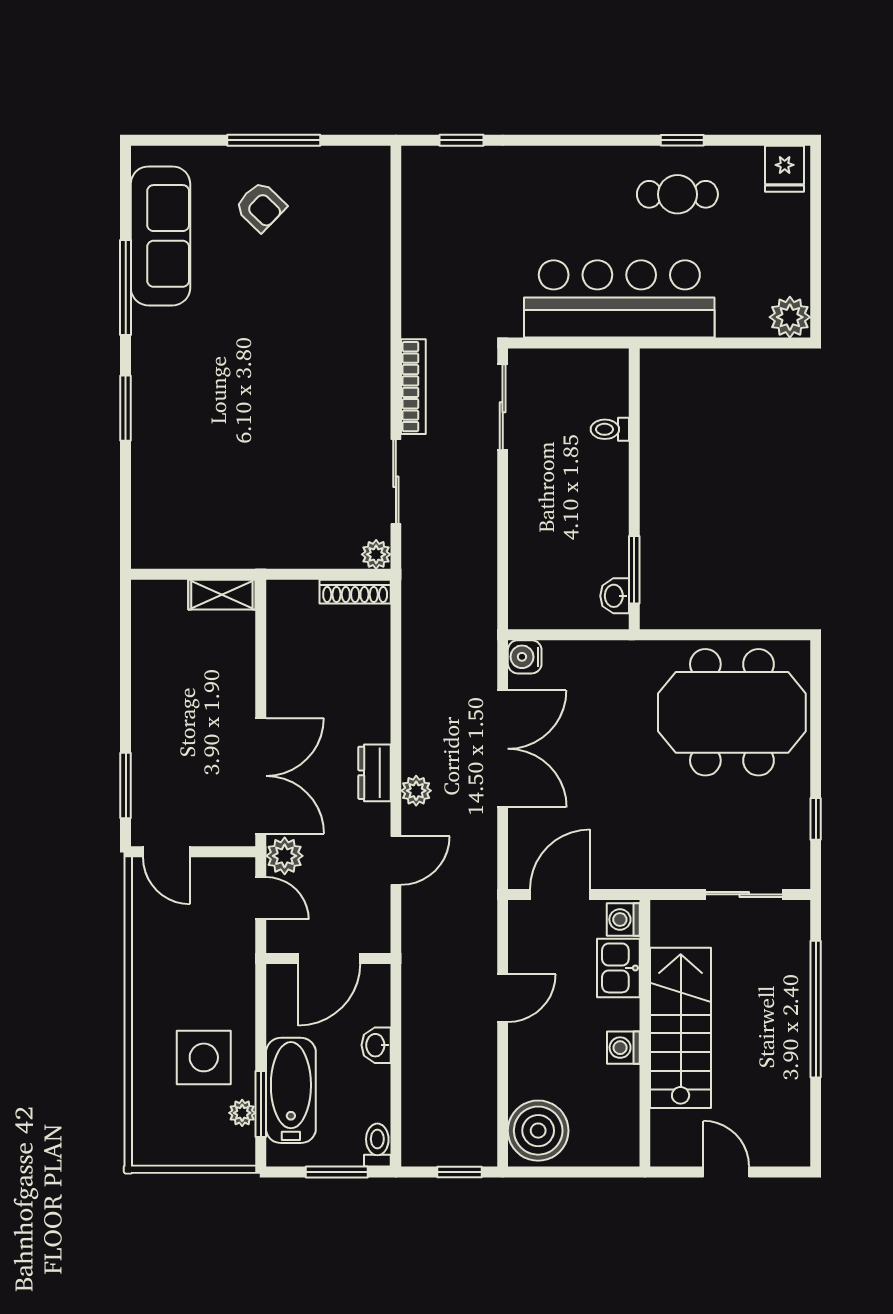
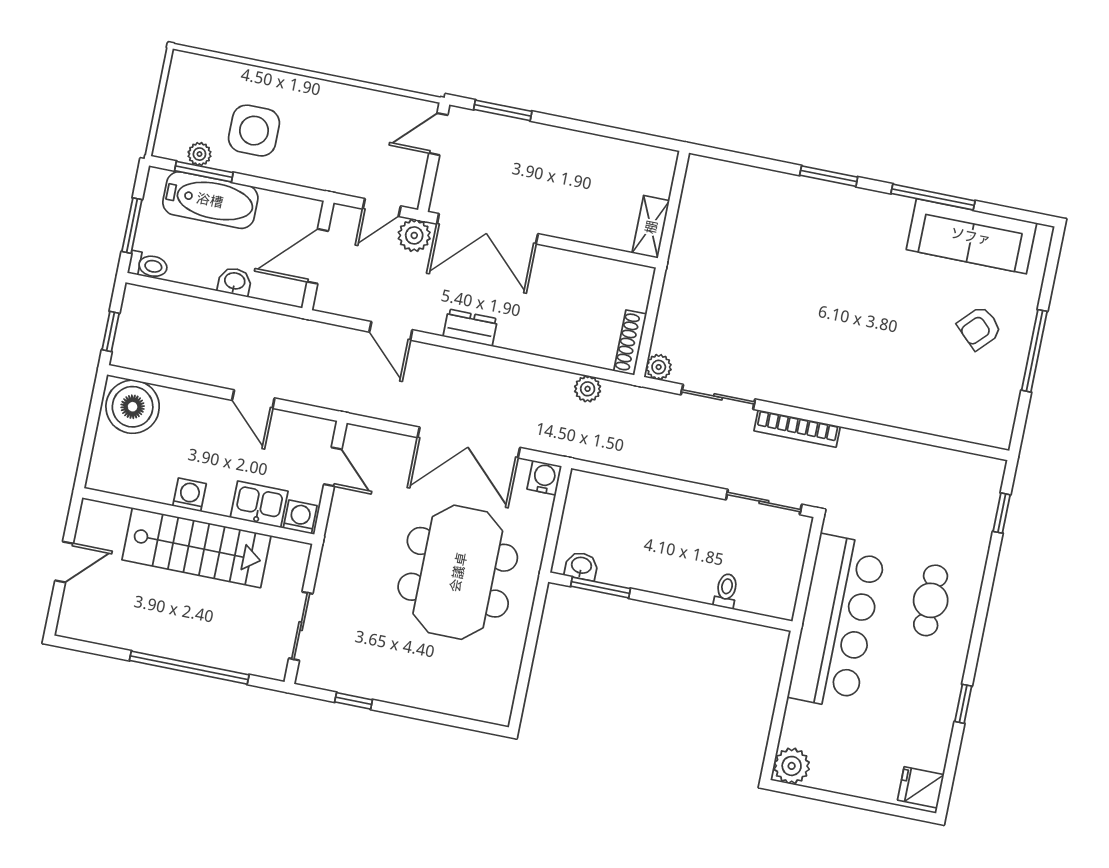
cafe table: (677, 194) -> (931, 600), moved
meeting table: (732, 712) -> (458, 572), moved
plant: (416, 791) -> (588, 389), moved
door: (560, 894) -> (333, 467), width x0.73
door: (329, 958) -> (318, 256), hinge flipped

